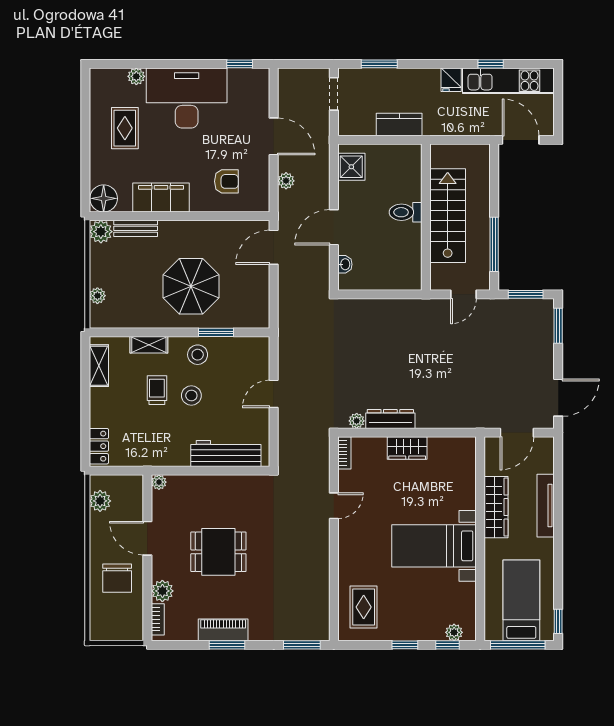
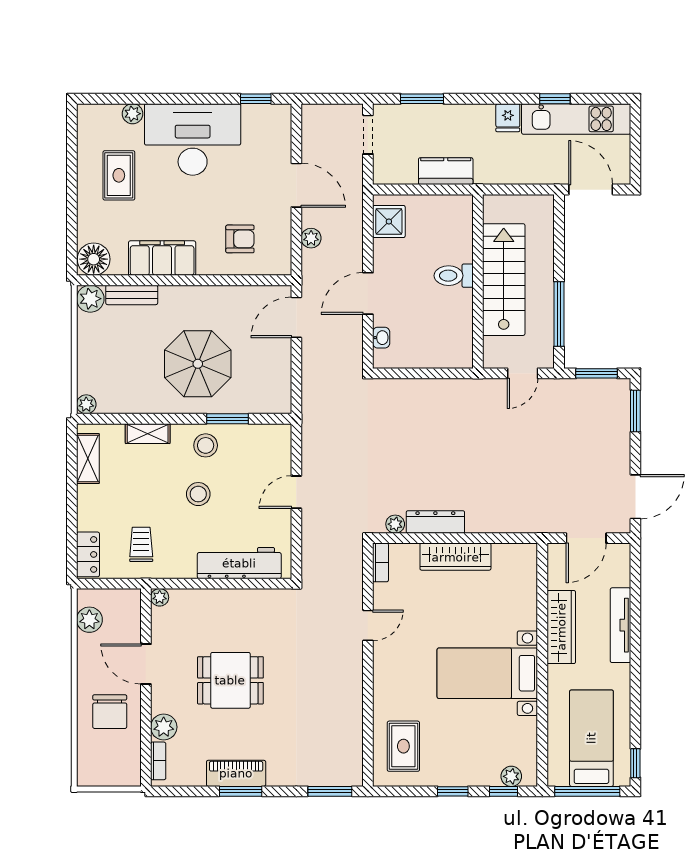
plant: (97, 296) -> (86, 404), moved
trolley: (157, 390) -> (141, 544), moved
wardrobe: (407, 448) -> (455, 557), width x1.50

